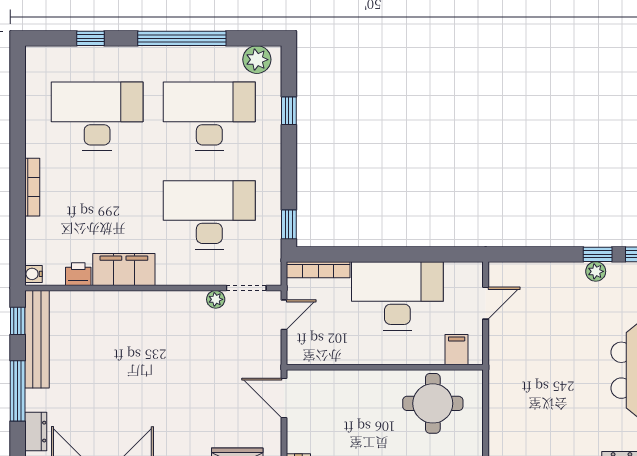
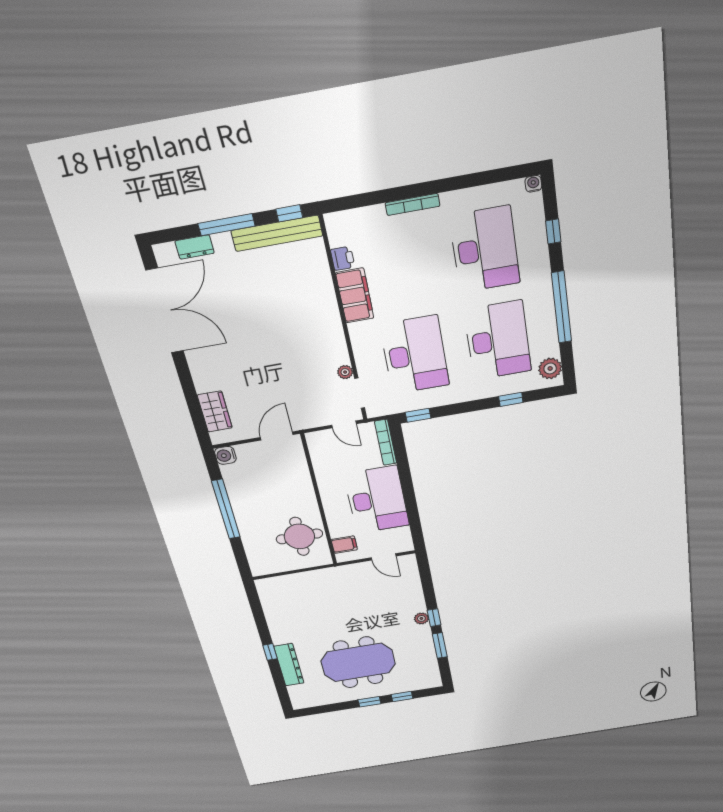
water cooler: (33, 274) -> (533, 184), moved

